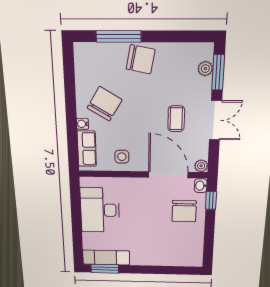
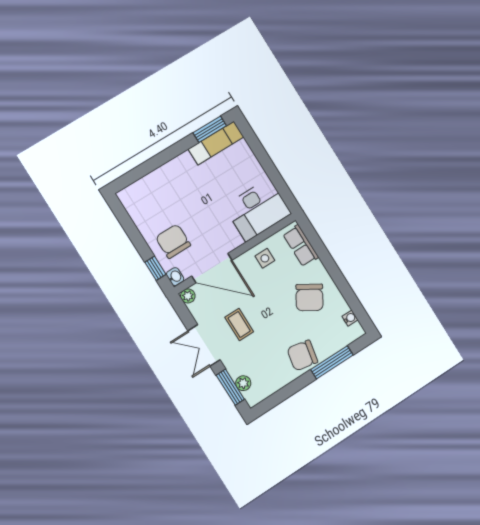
water cooler: (82, 124) -> (350, 318), moved
desk: (100, 210) -> (258, 210), moved, turned 90

